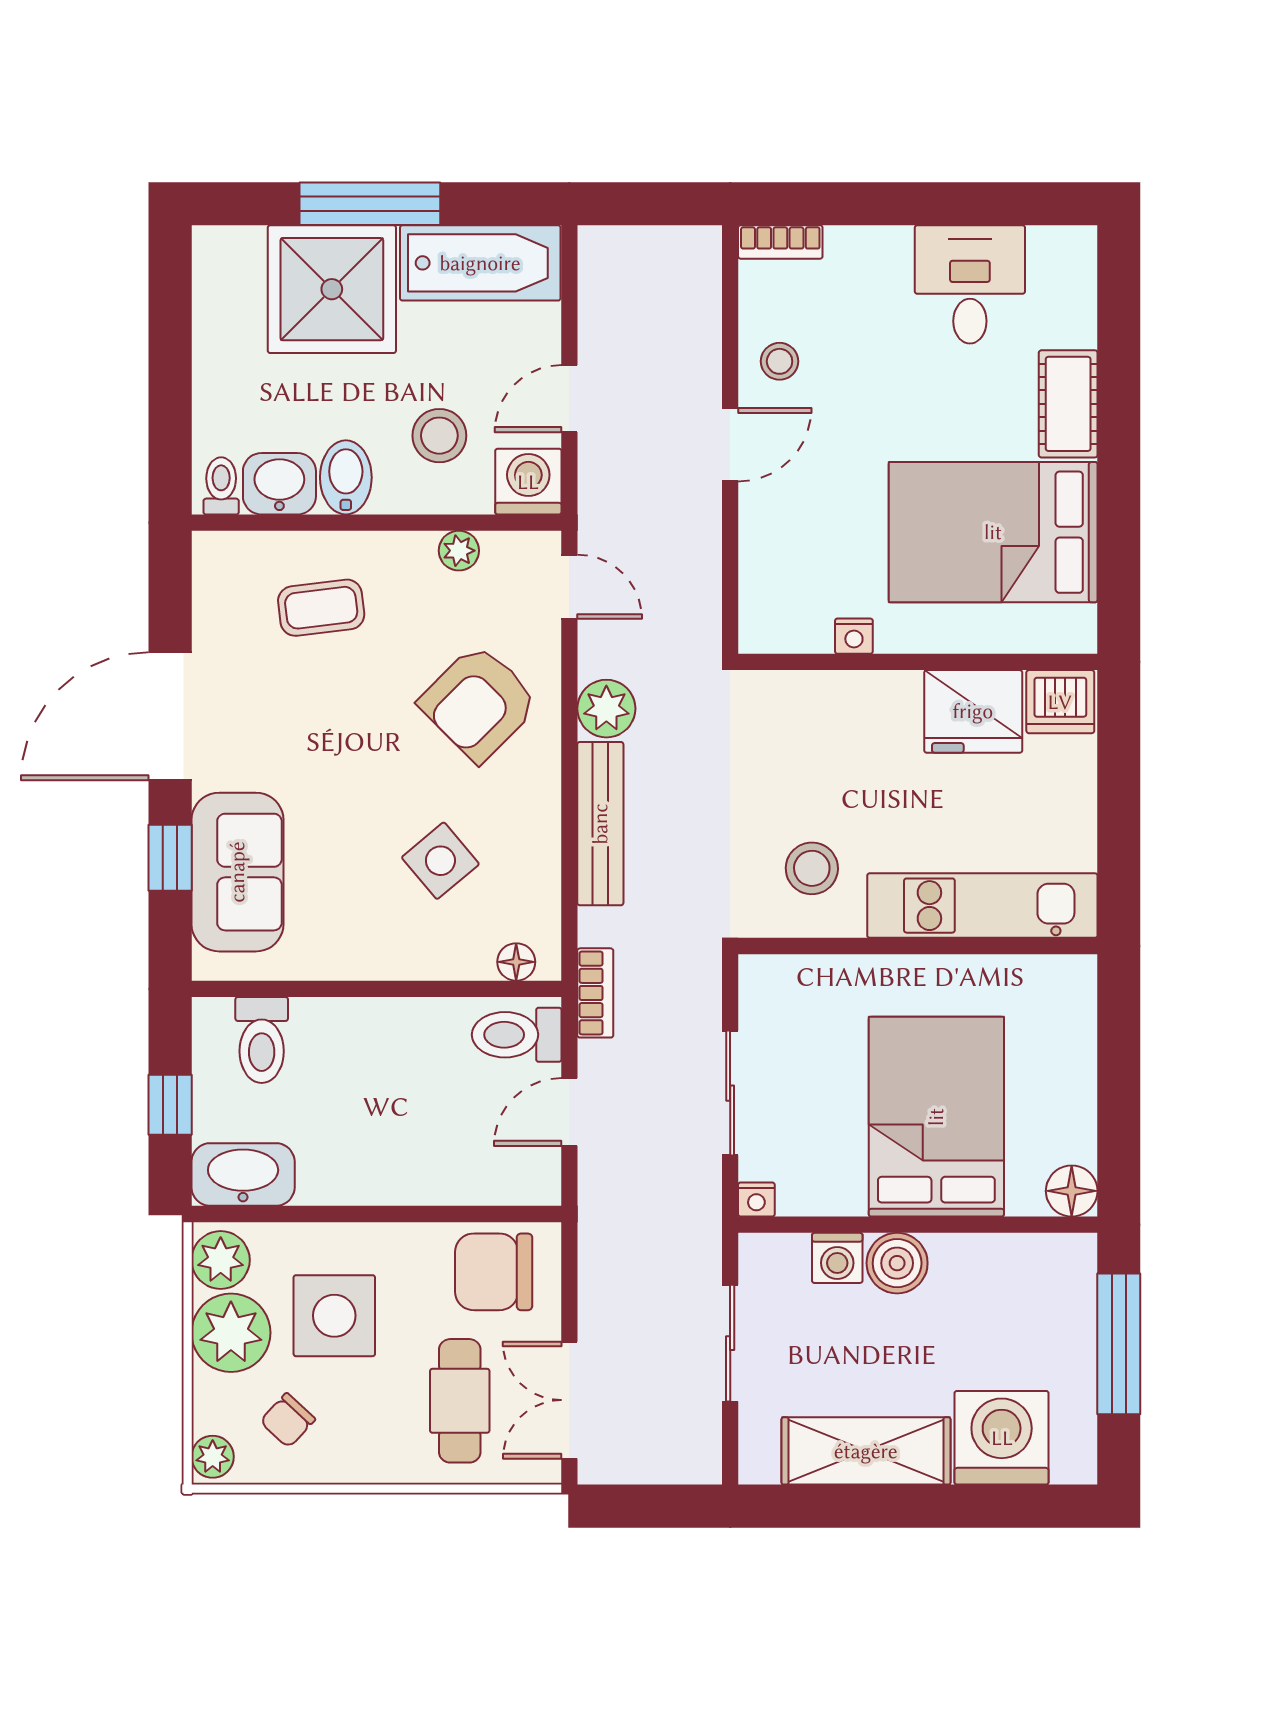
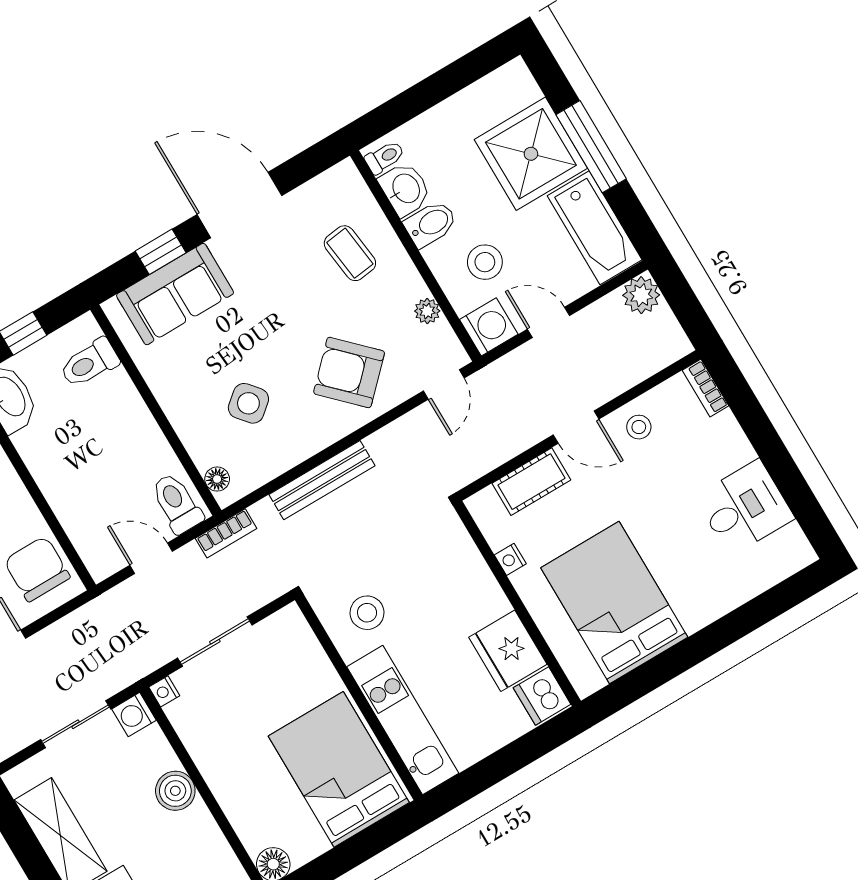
cot: (1068, 404) -> (531, 482), moved
plant: (606, 709) -> (641, 295), moved
bed: (936, 1117) -> (339, 769), moved, turned -90
washing machine: (837, 1258) -> (134, 715), moved

